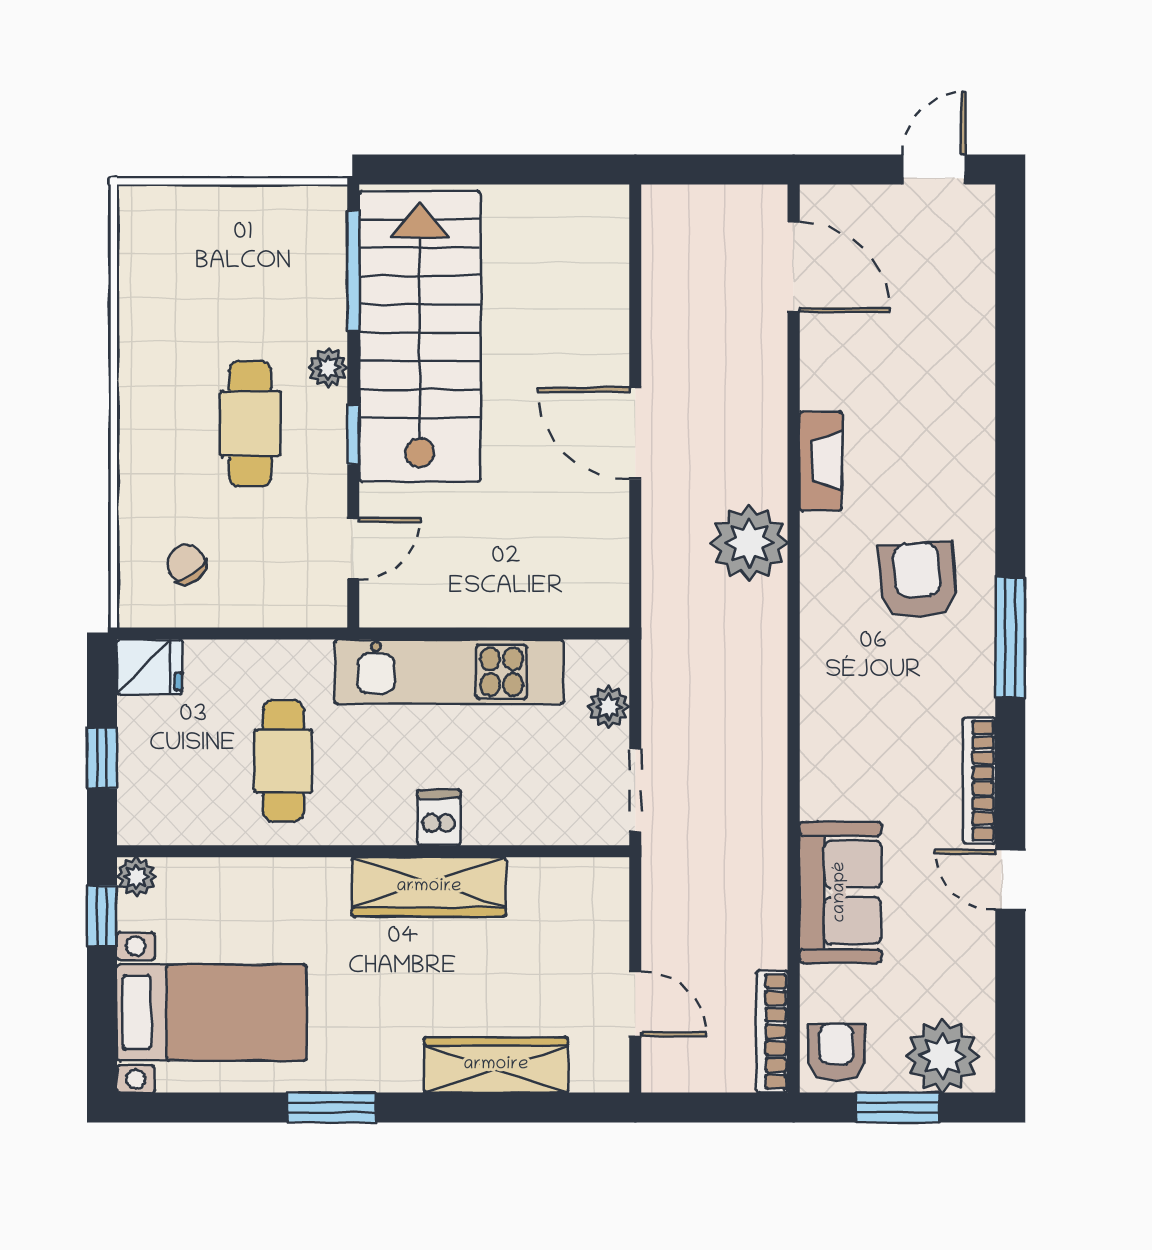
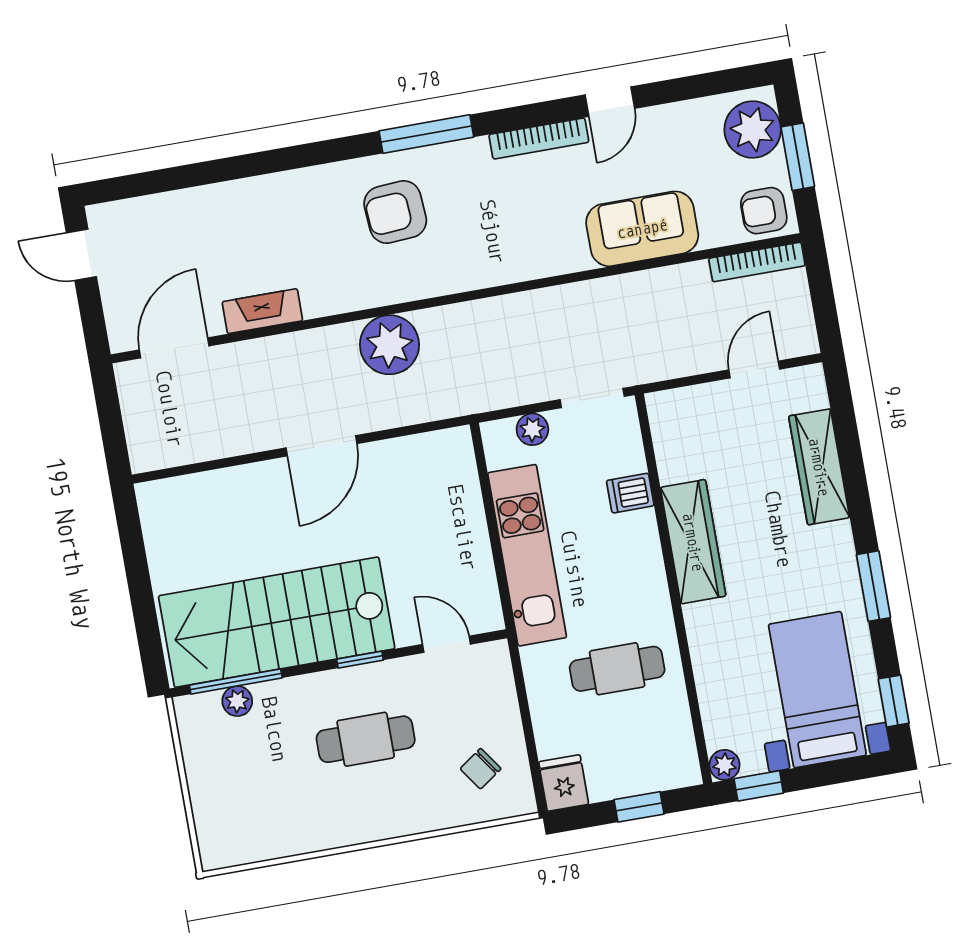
plant: (328, 368) -> (237, 701), moved
fireplace: (821, 461) -> (262, 311), moved
dishwasher: (439, 818) -> (630, 493), moved
window: (180, 1108) -> (894, 701), added

